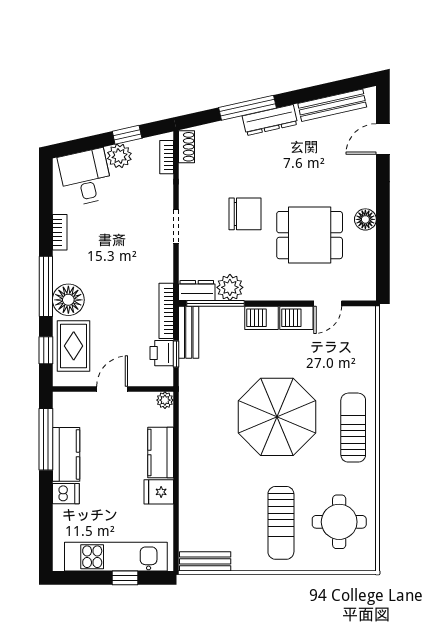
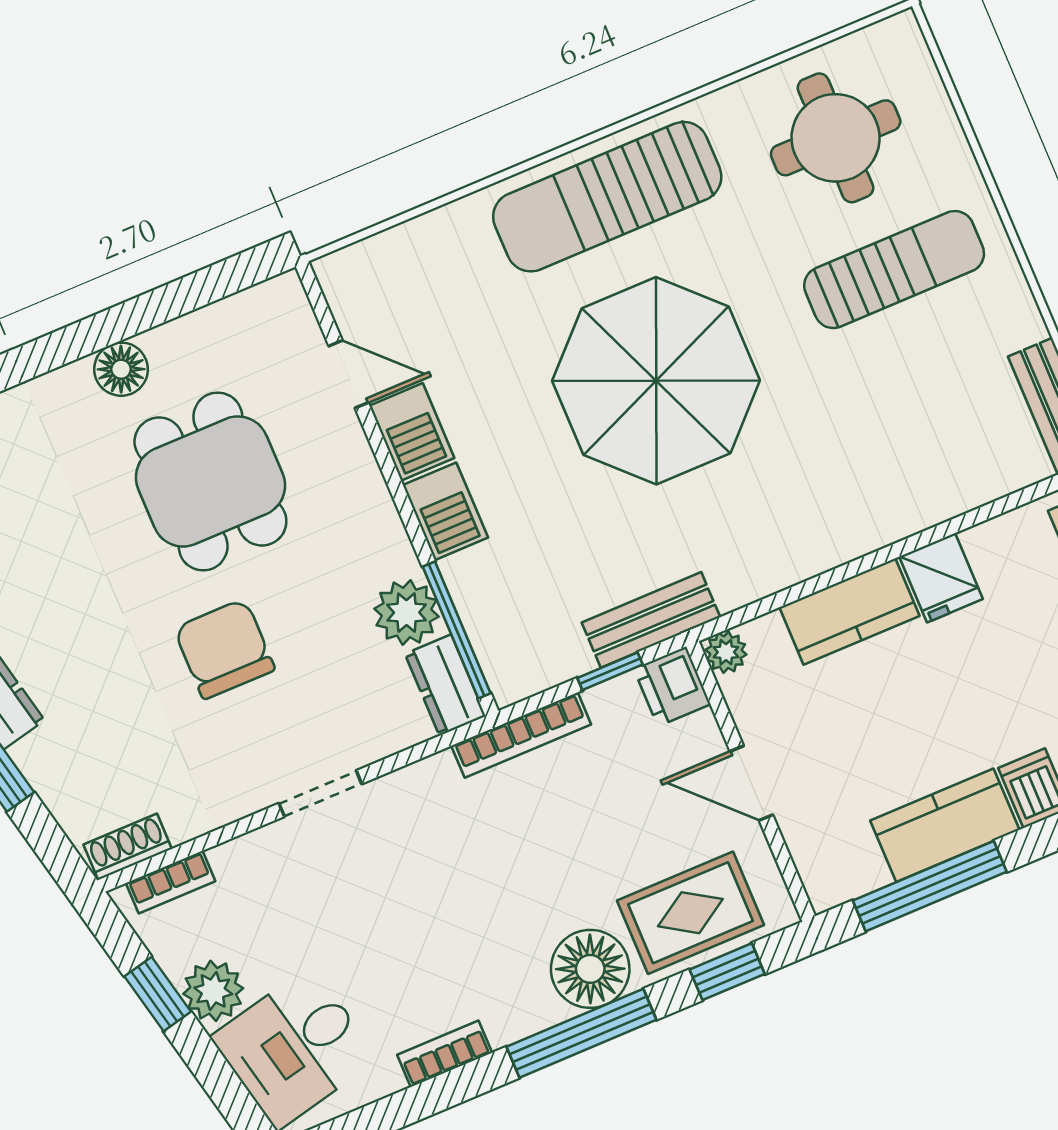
bench: (189, 332) -> (651, 620), moved
printer: (162, 353) -> (672, 686), moved, turned 90
sun lounger: (353, 428) -> (607, 197), width x1.36, depth x1.34

